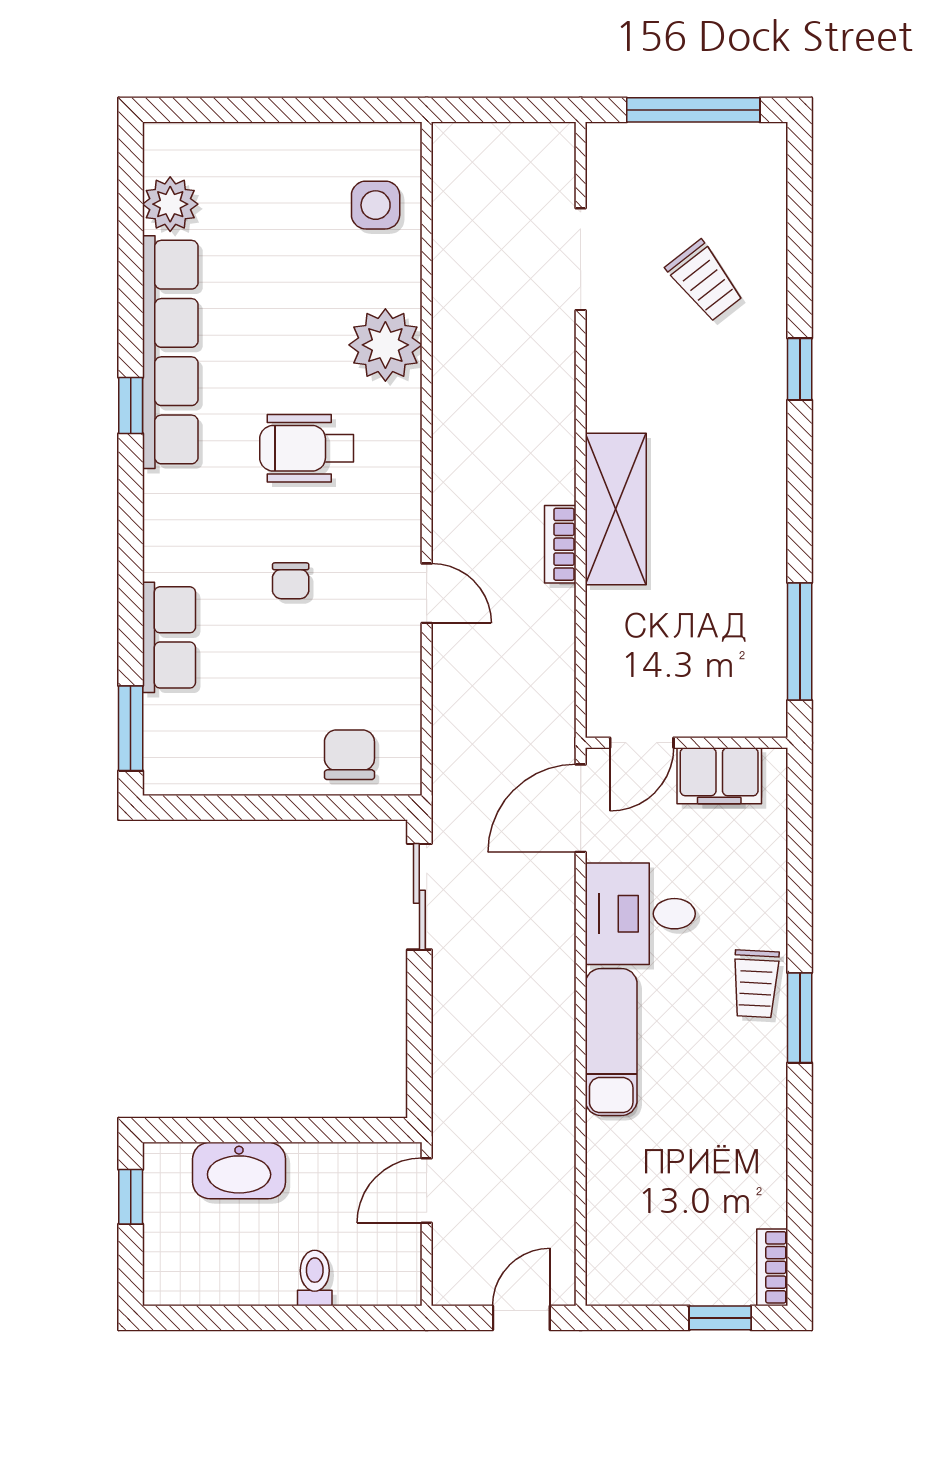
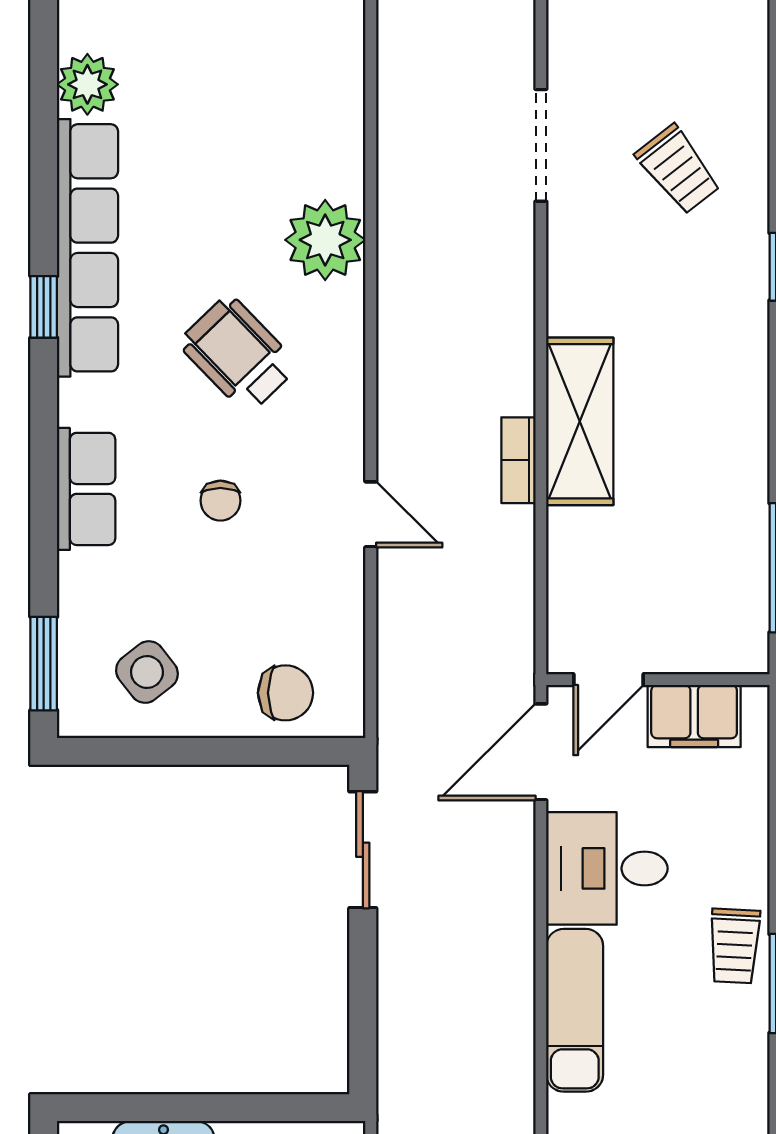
side table: (376, 205) -> (147, 672), moved, turned -38
wheelchair: (307, 448) -> (238, 354), turned 46
row of seats: (169, 637) -> (86, 489), moved
chair: (349, 755) -> (285, 693), turned 90

